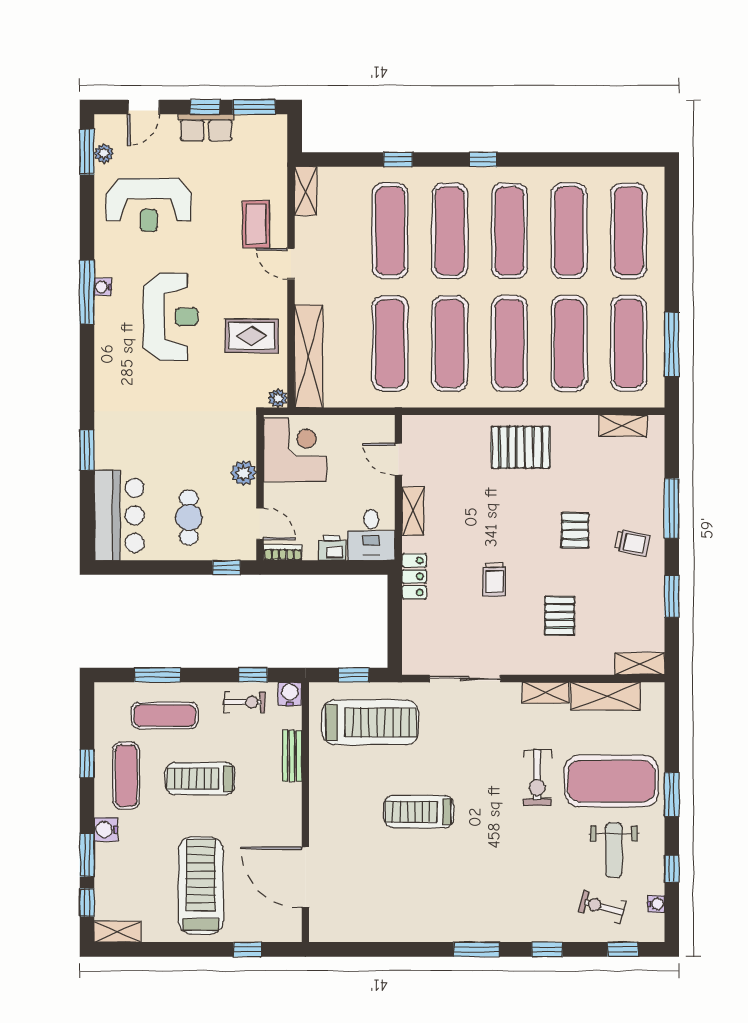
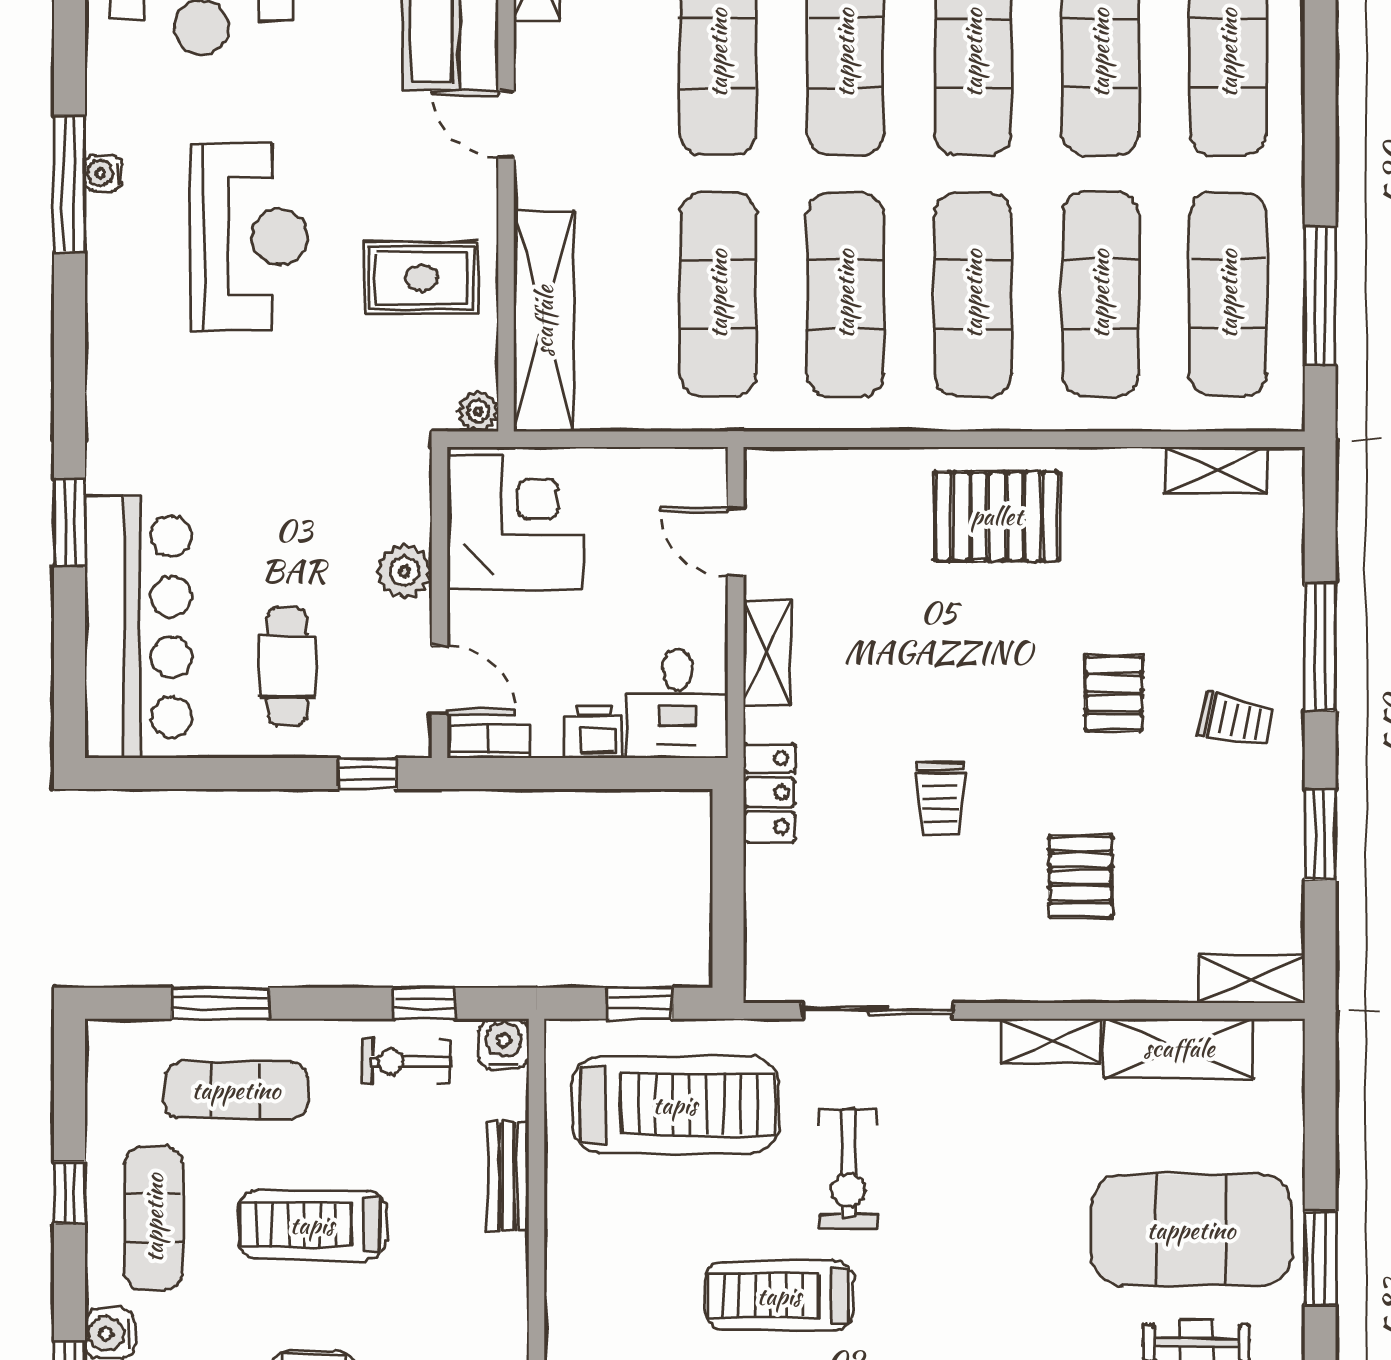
bar counter: (119, 515) -> (138, 627), width x1.36
exercise bike: (244, 702) -> (406, 1061), turned 180
exercise bike: (537, 778) -> (848, 1169), moved

